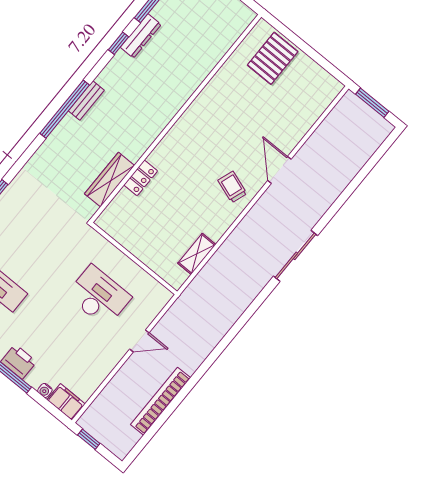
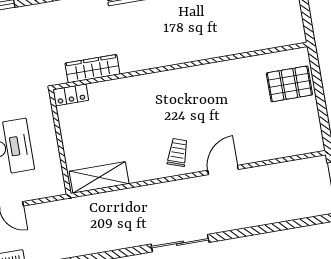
locker: (141, 178) -> (71, 95), moved
shelving: (197, 254) -> (99, 177), width x1.50, depth x1.33

